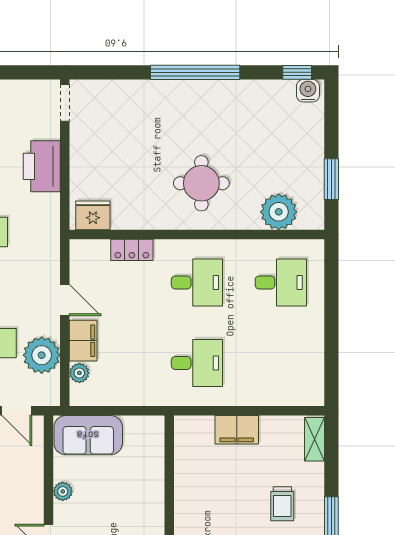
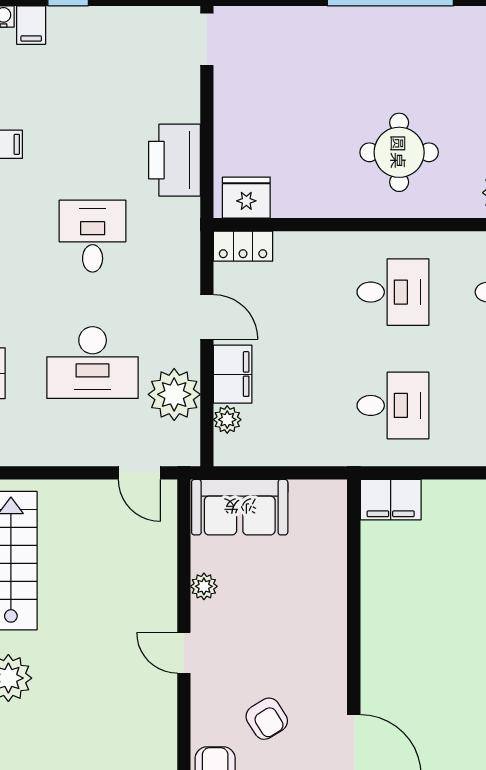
printer: (42, 166) -> (174, 160), moved
locker: (132, 250) -> (243, 246), moved
filing cabinet: (237, 430) -> (391, 500), moved

